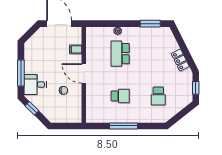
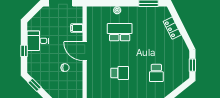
school desk: (120, 54) -> (120, 32), turned 90
locker: (180, 60) -> (172, 28), moved
window: (21, 73) -> (24, 51), width x0.46
desk: (35, 85) -> (38, 41), moved

